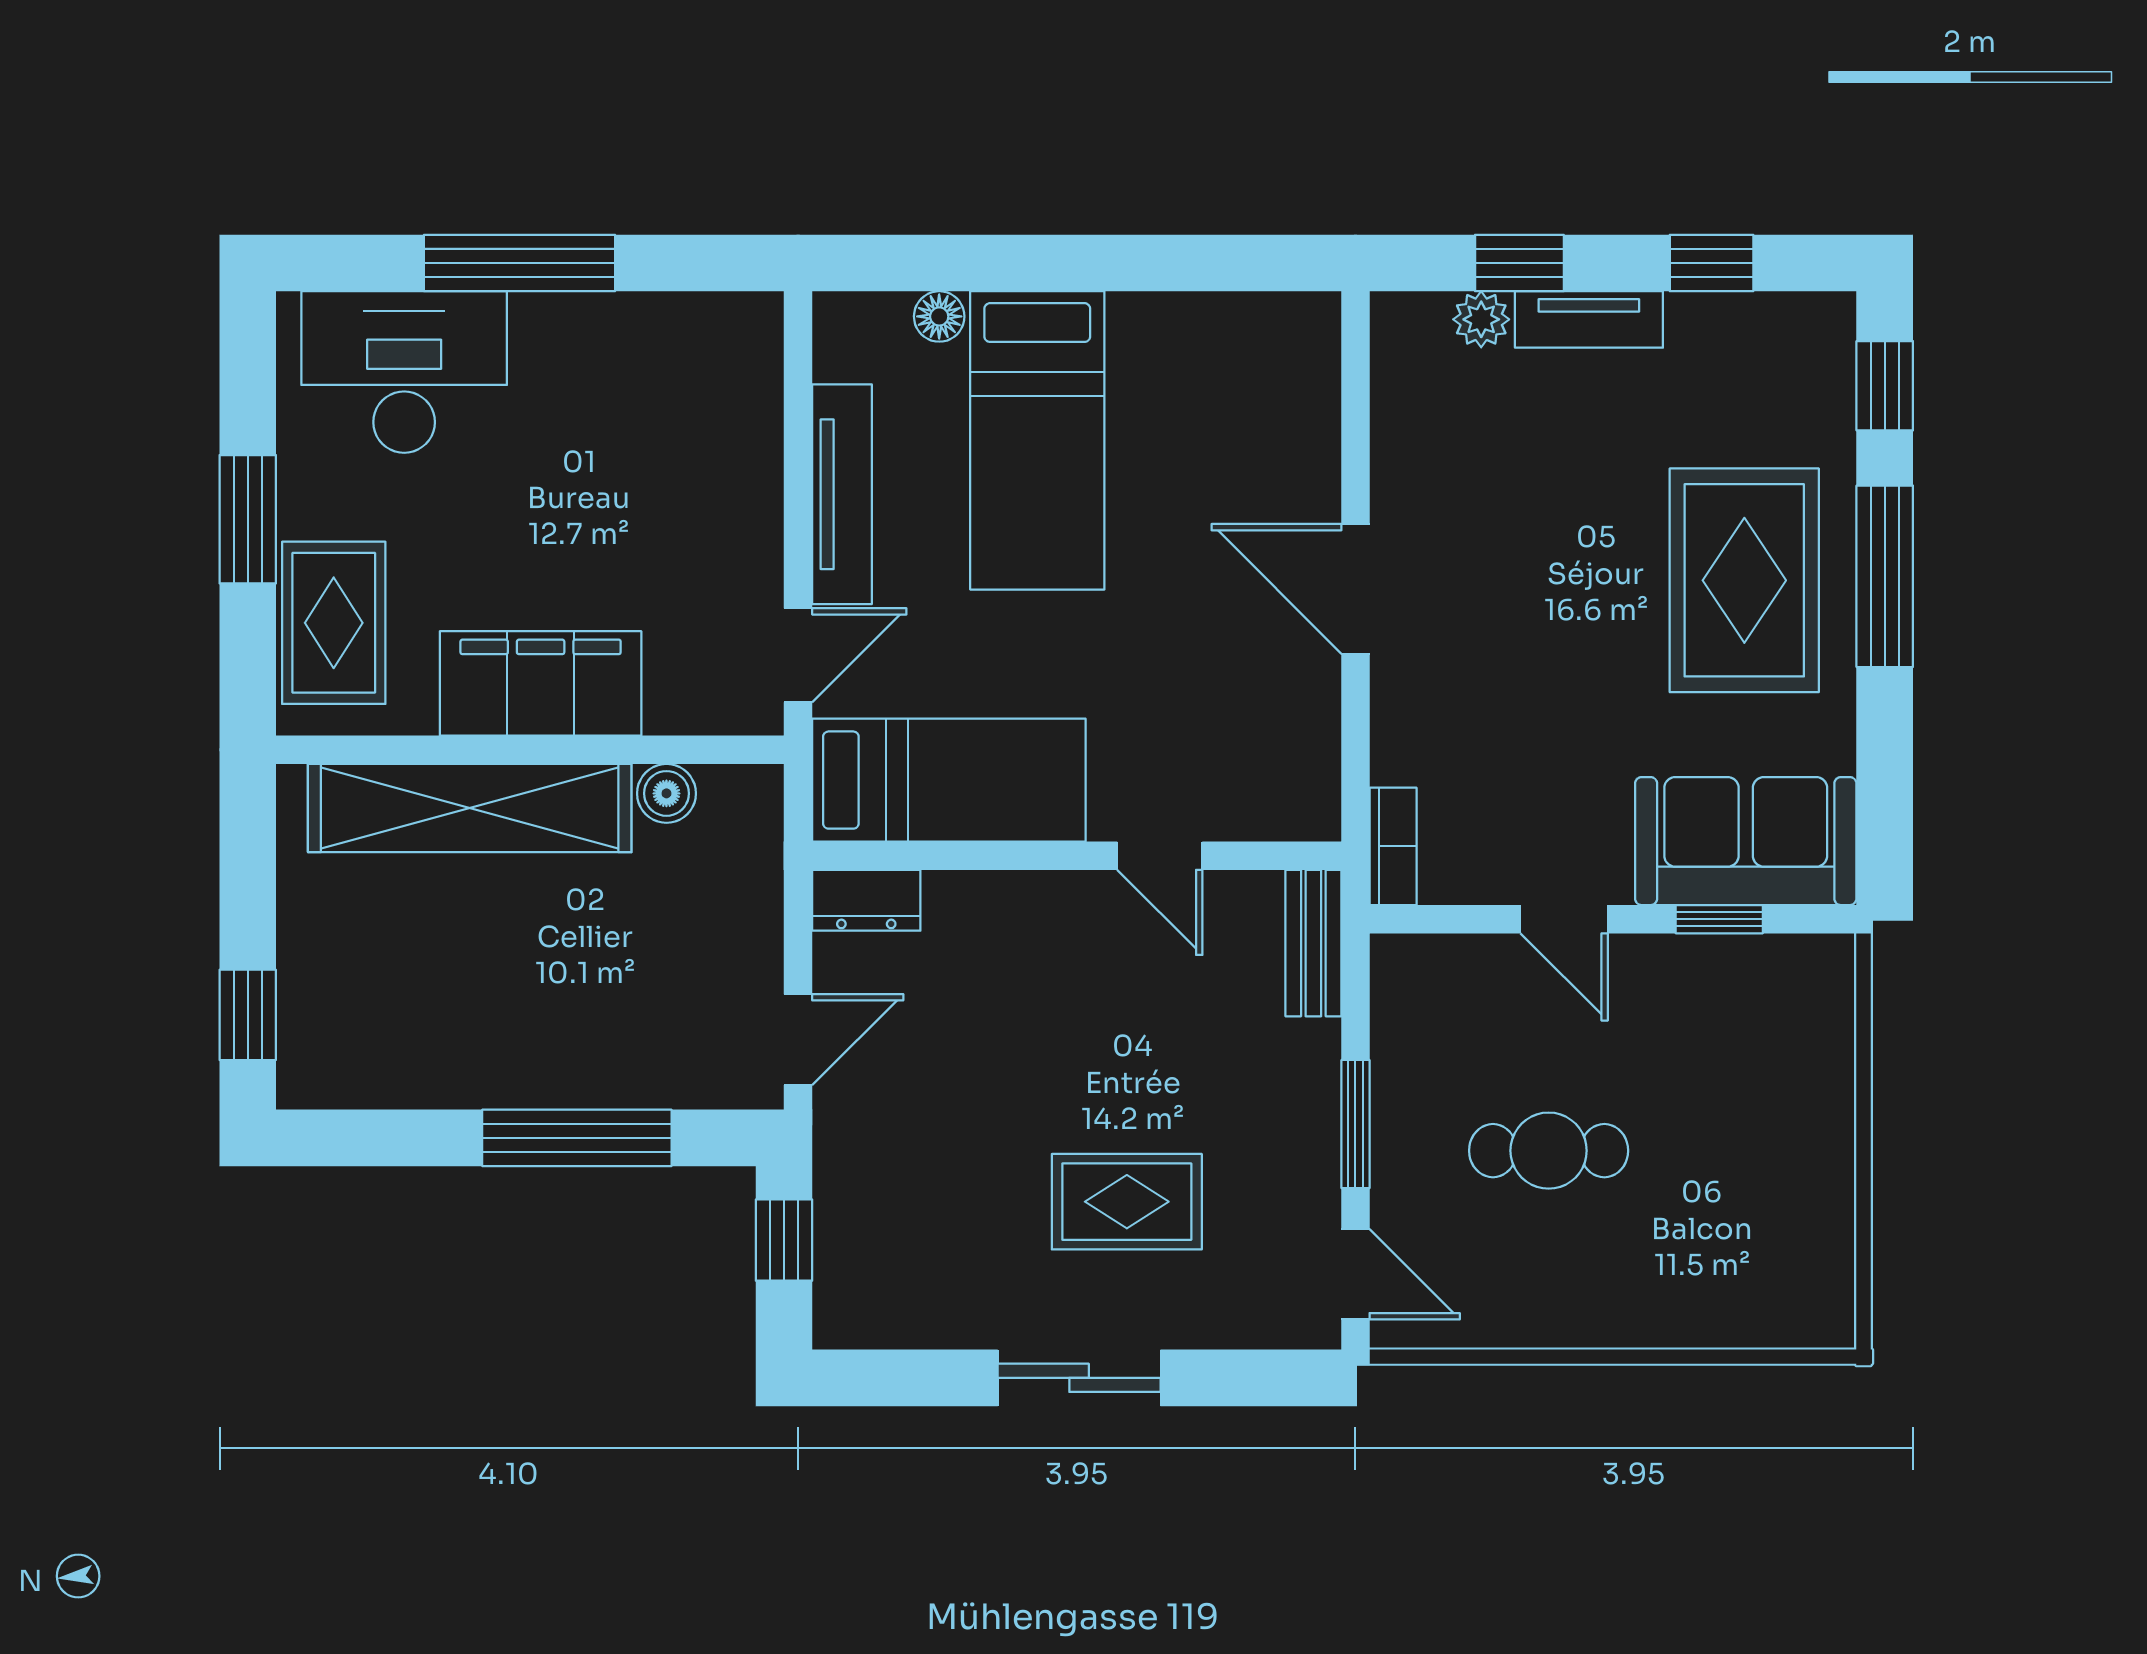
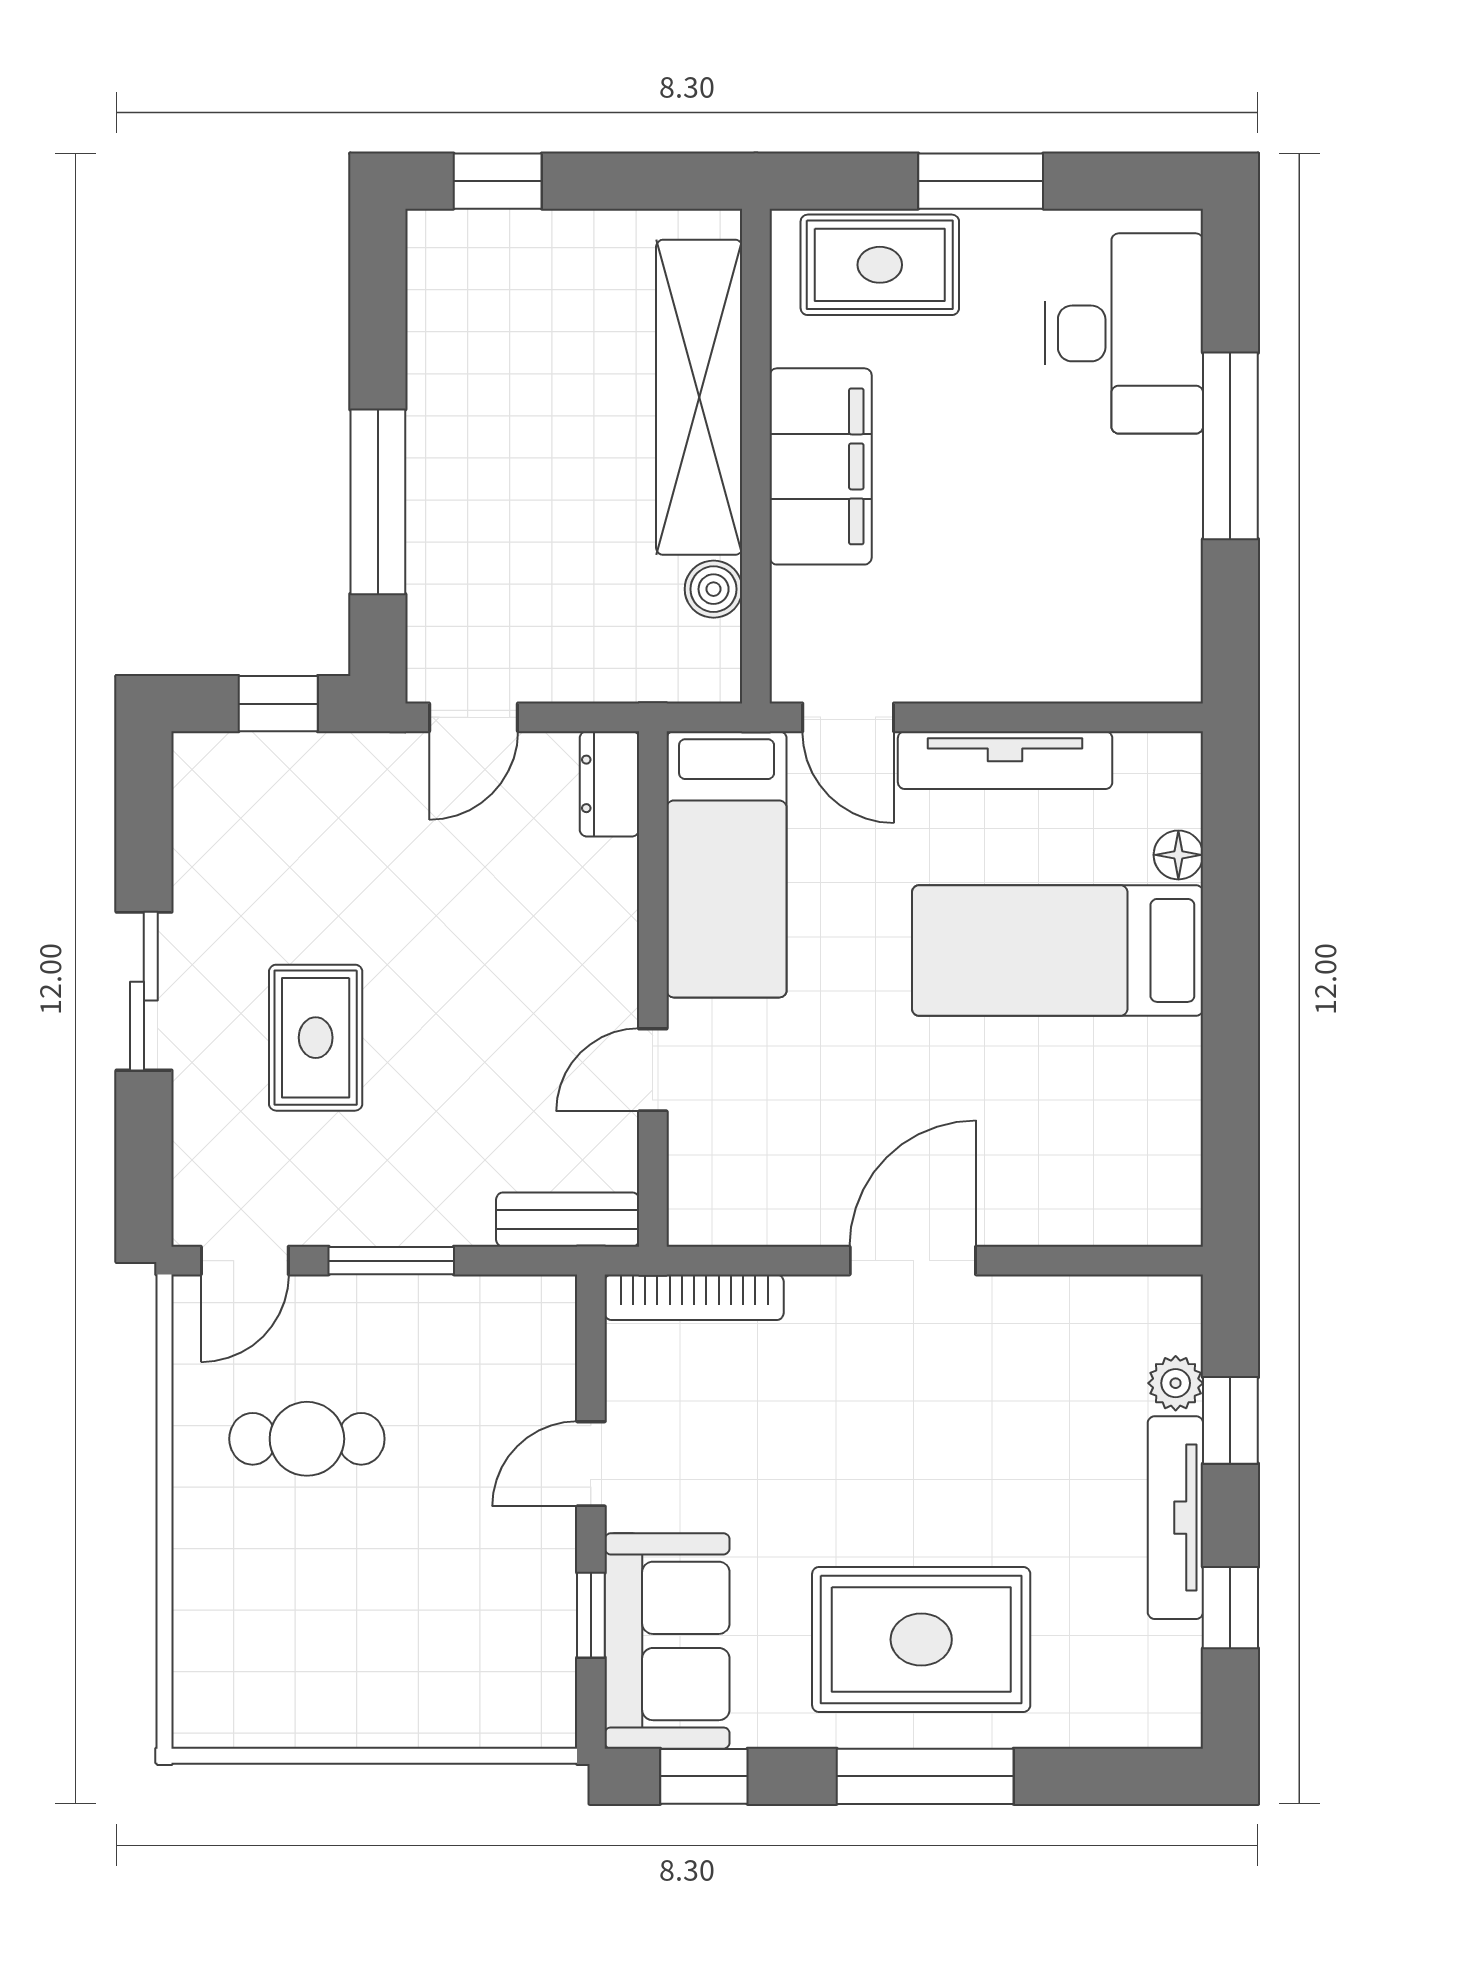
tv unit: (1589, 319) -> (1175, 1518), width x1.41
window: (1885, 386) -> (704, 1776), moved
bookcase: (1393, 846) -> (694, 1297), width x1.56
door: (798, 1040) -> (474, 717), hinge flipped
cafe table: (1549, 1151) -> (307, 1439), moved, turned 90

